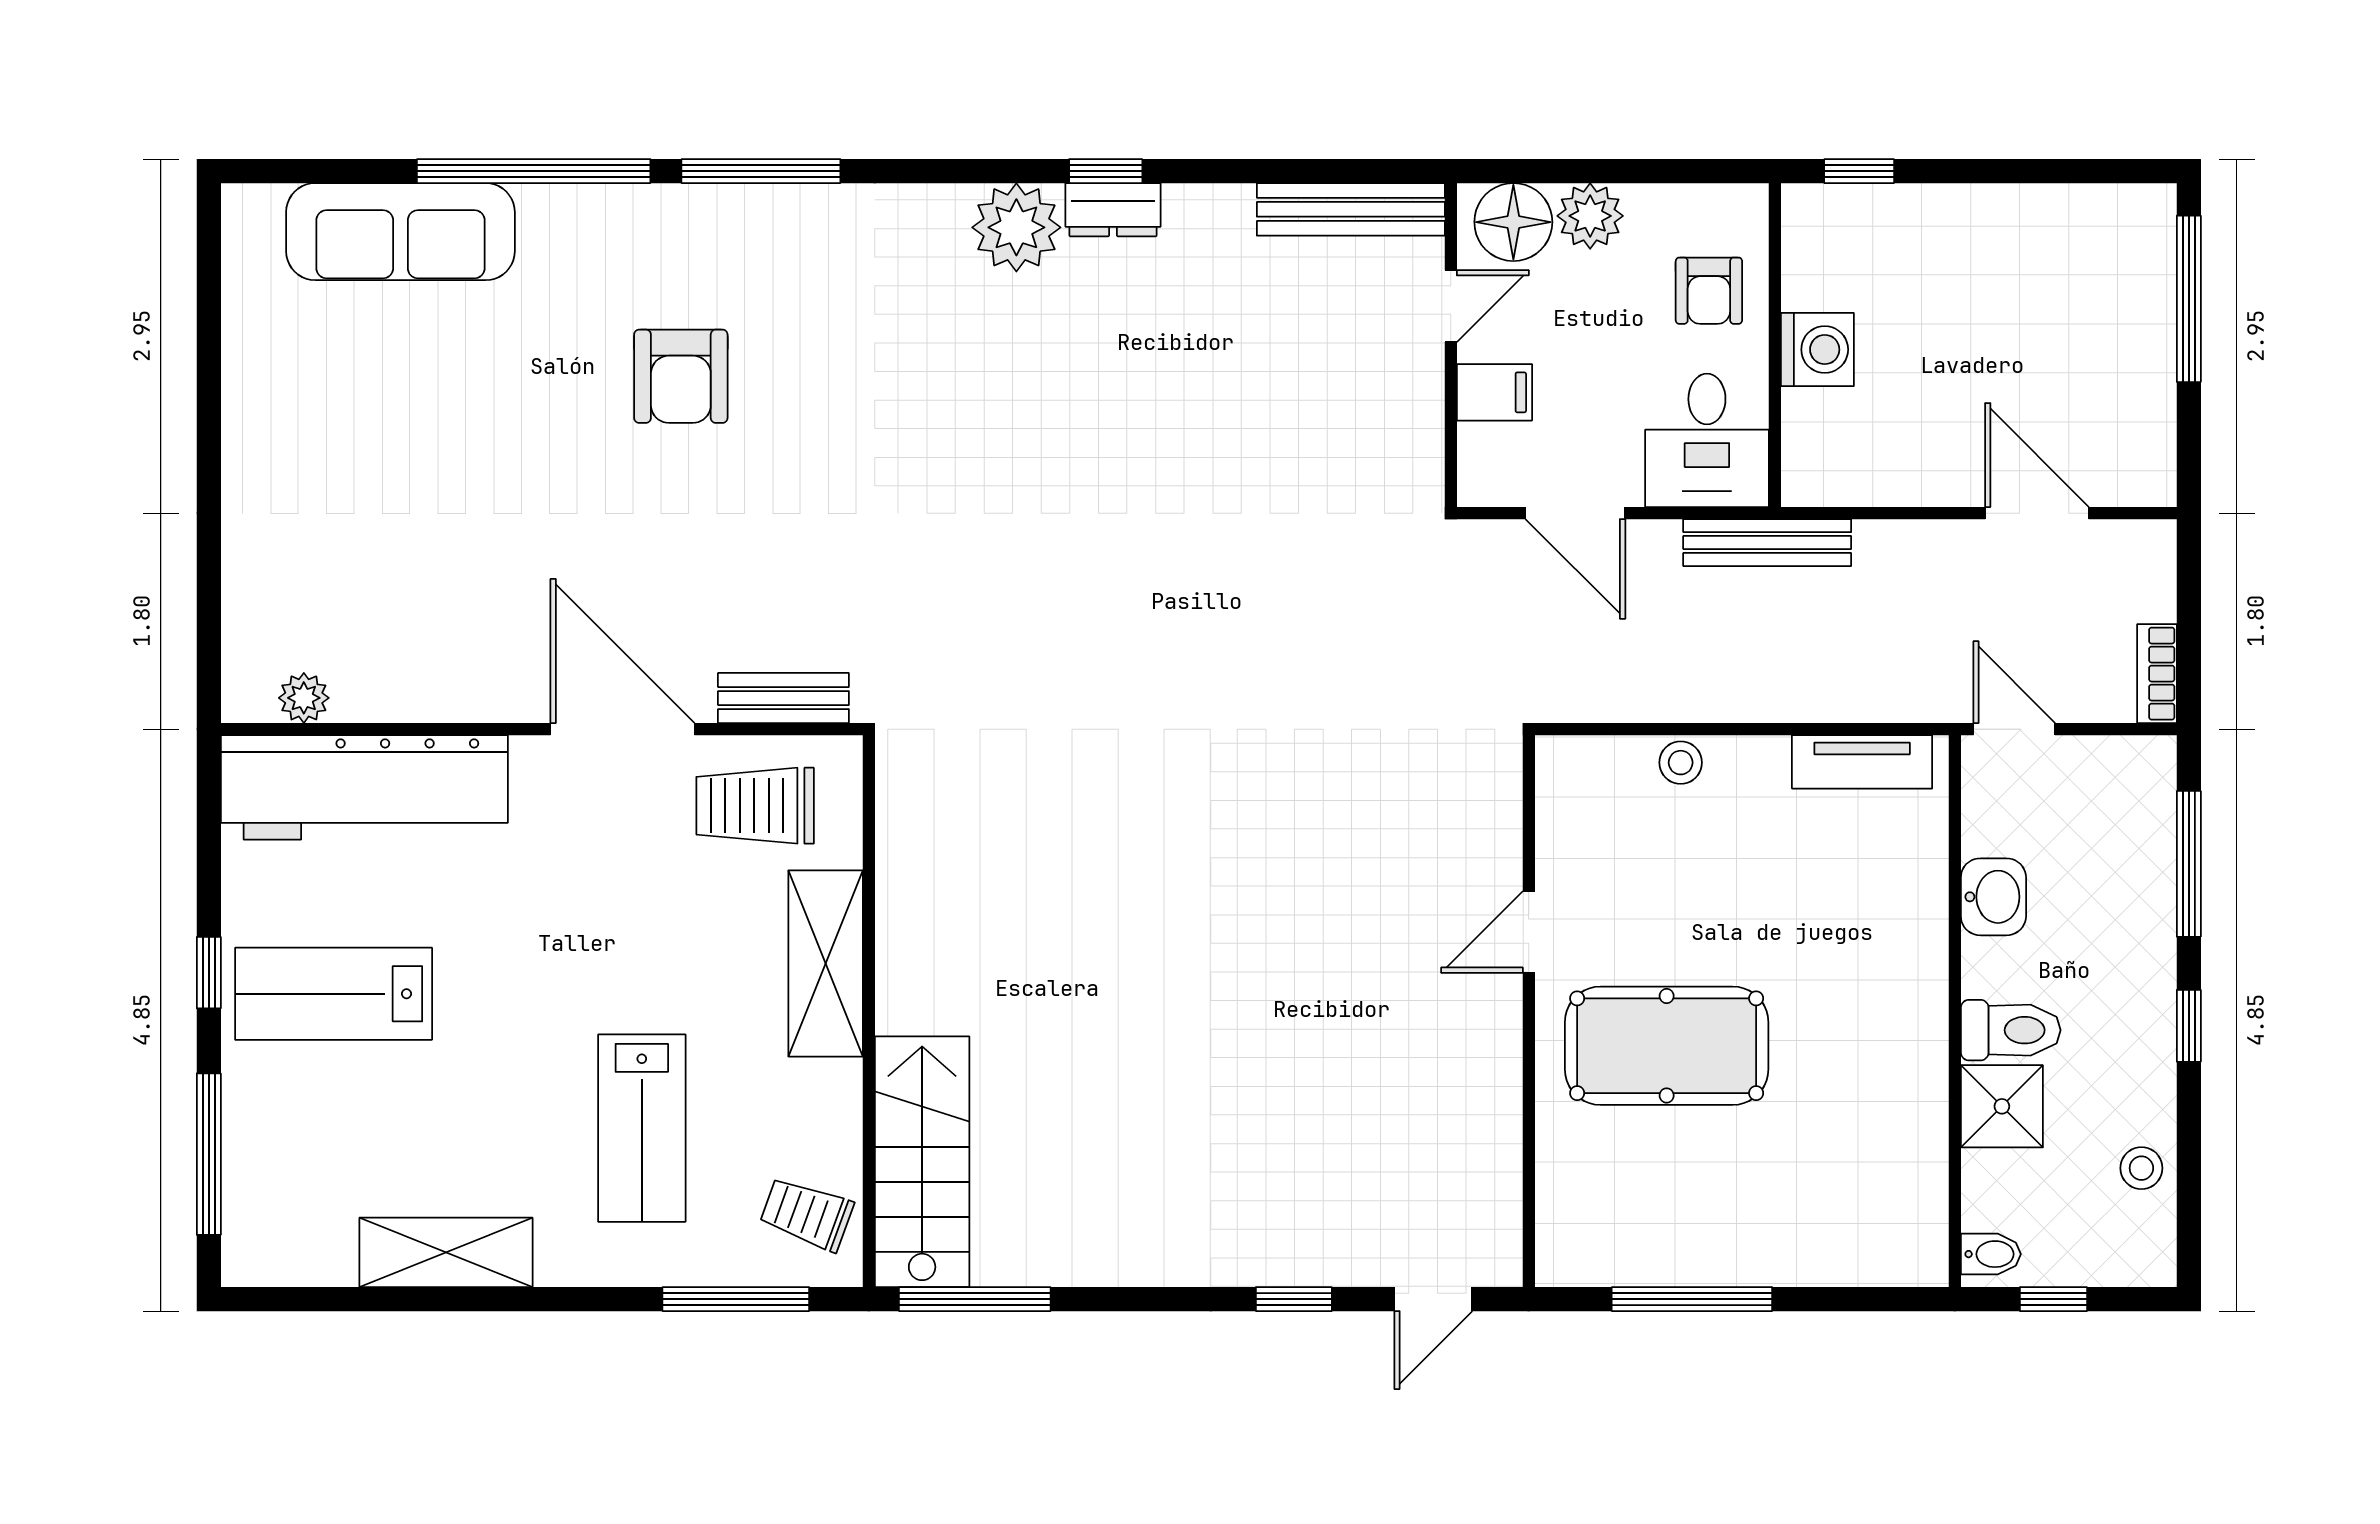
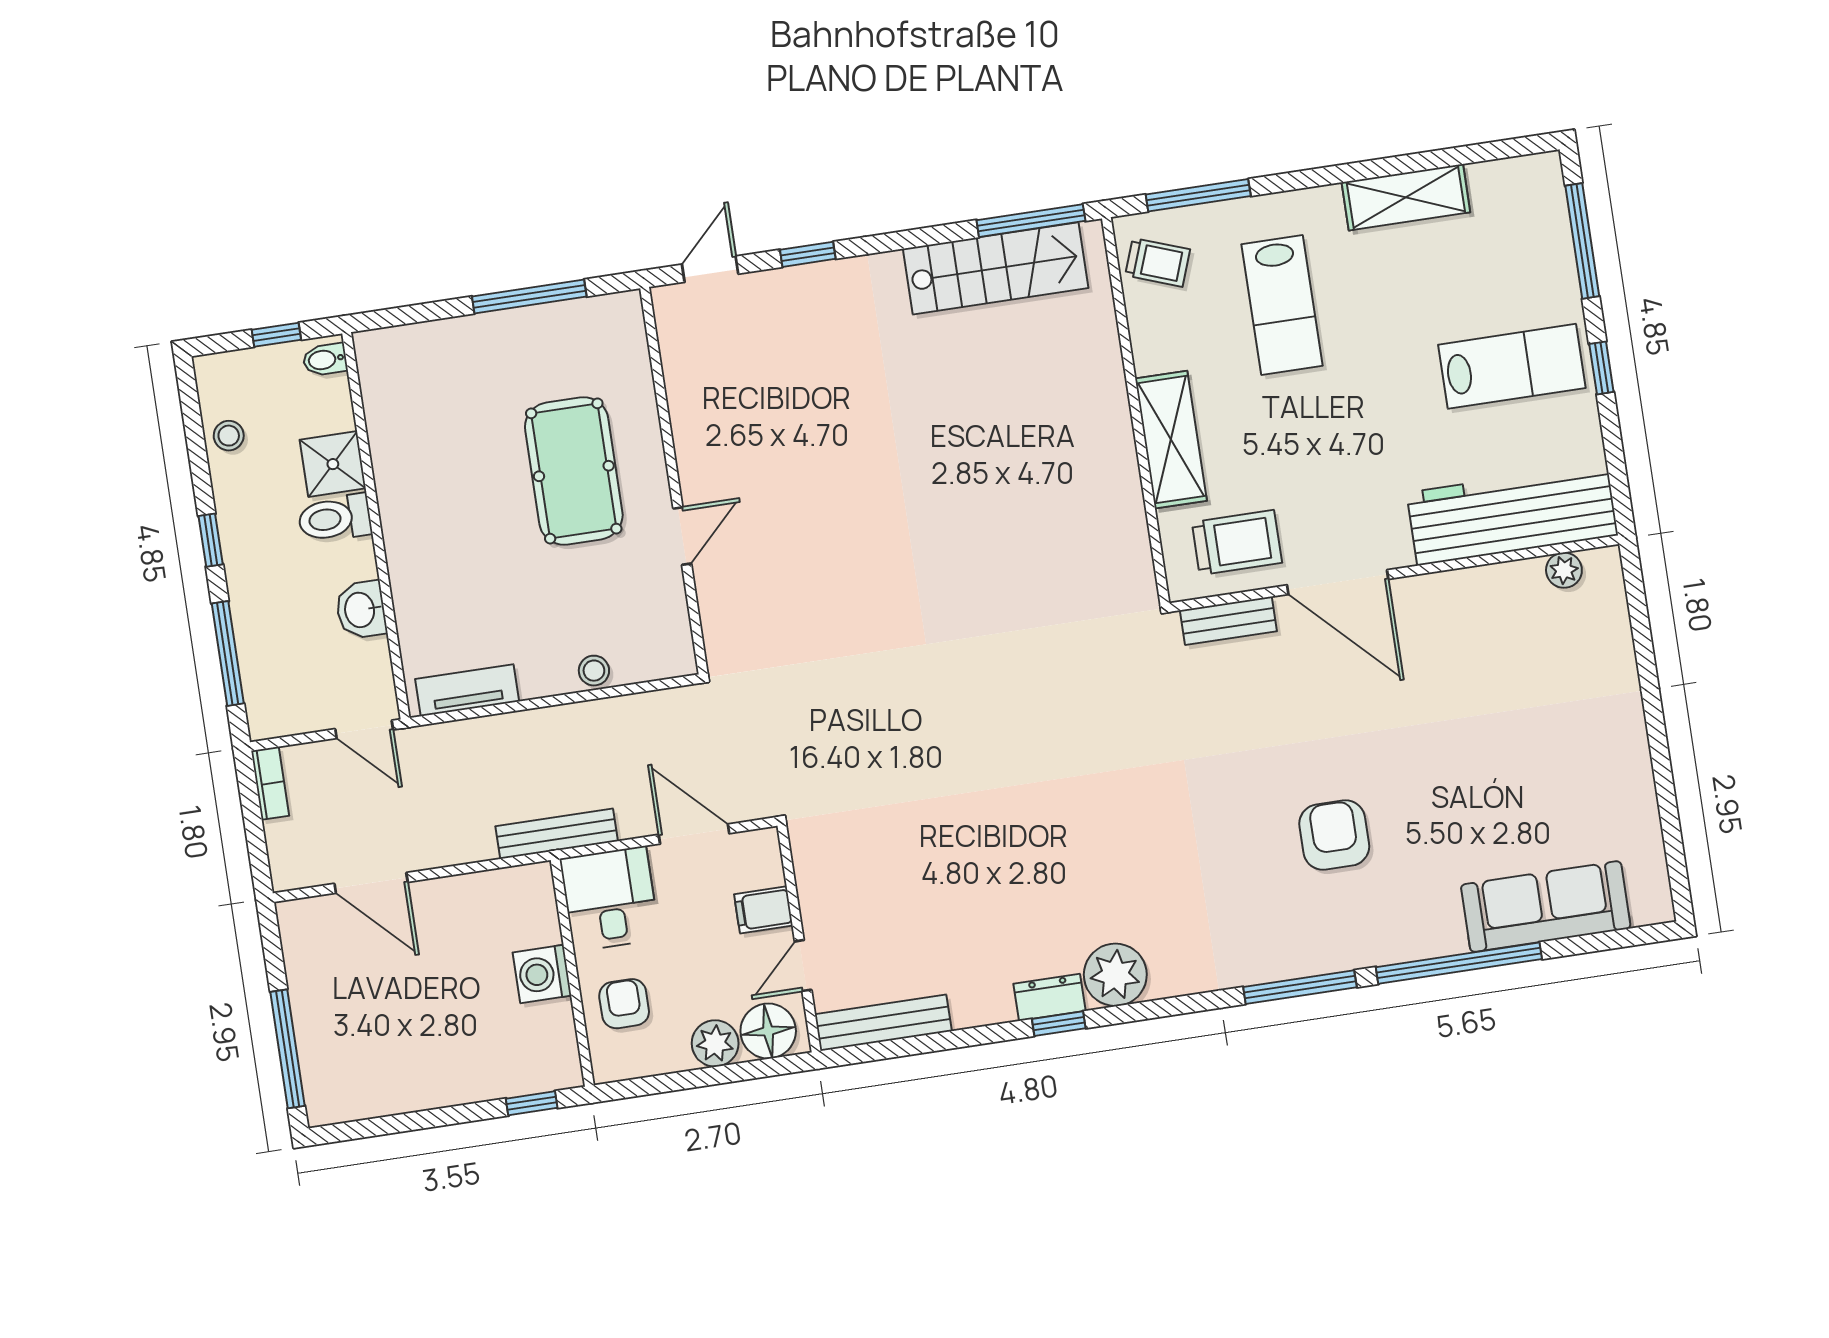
pool table: (1667, 1046) -> (574, 471), turned 90
lab bench: (642, 1128) -> (1282, 305), turned 180
stairs: (922, 1162) -> (996, 268), moved, turned -90

